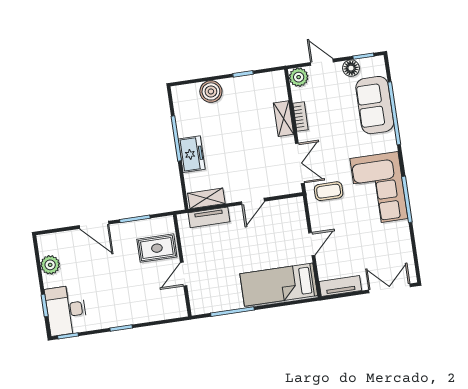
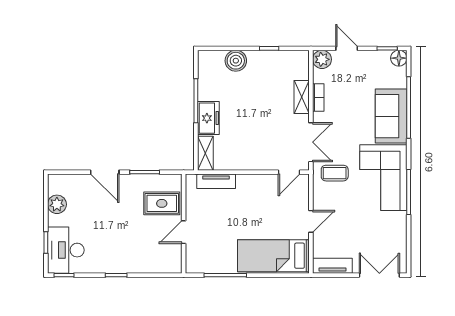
floor lamp: (351, 68) -> (399, 58), moved
sofa: (375, 105) -> (391, 116), moved
shelving: (206, 198) -> (205, 153), moved, turned 90
door: (253, 201) -> (289, 172), moved

